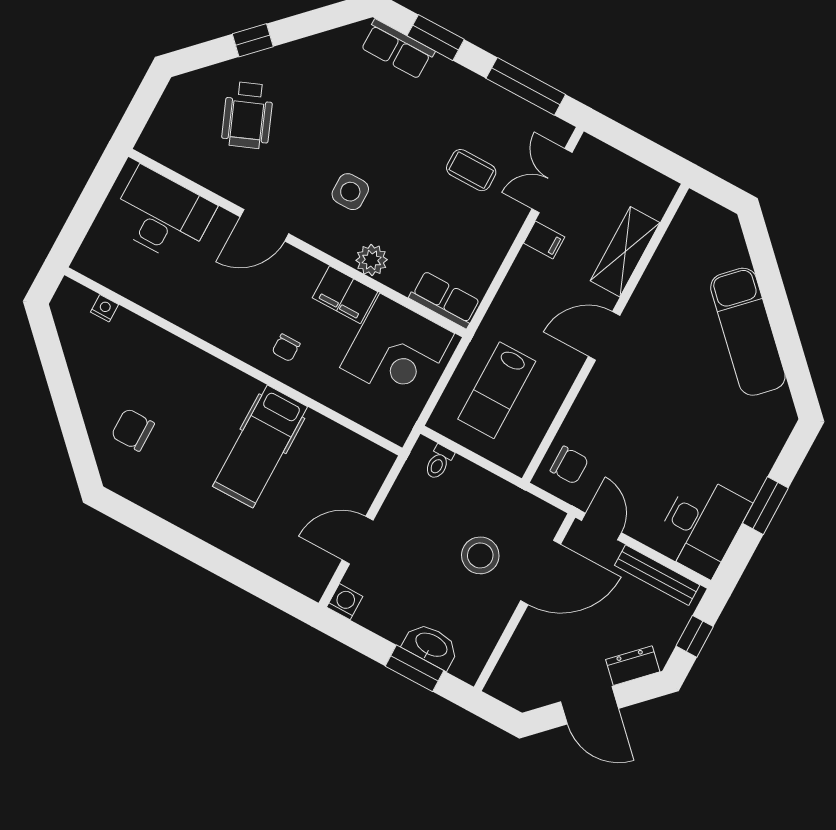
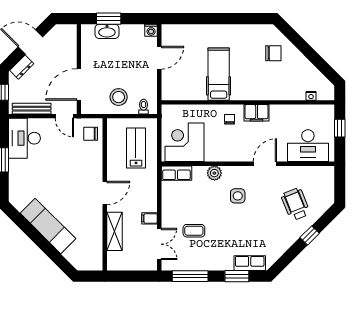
window: (83, 216) -> (340, 128), added
filing cabinet: (345, 295) -> (257, 113), moved, turned 180
stool: (480, 555) -> (119, 97), moved

